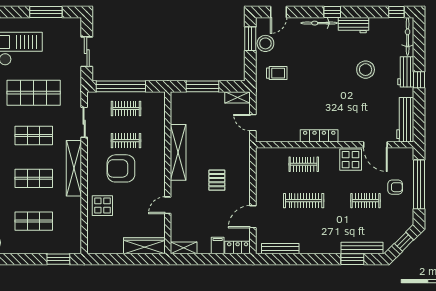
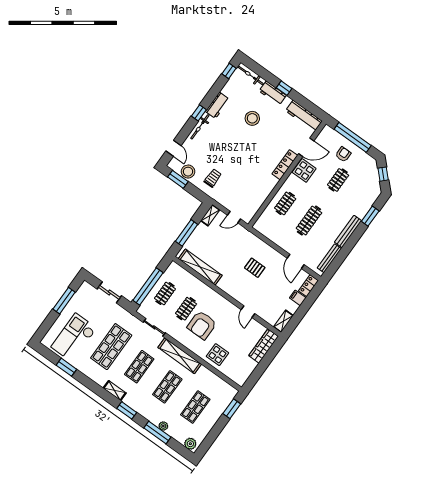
locker: (319, 136) -> (285, 165), moved
shelving: (178, 152) -> (200, 267), moved
bench: (362, 248) -> (348, 231), moved

